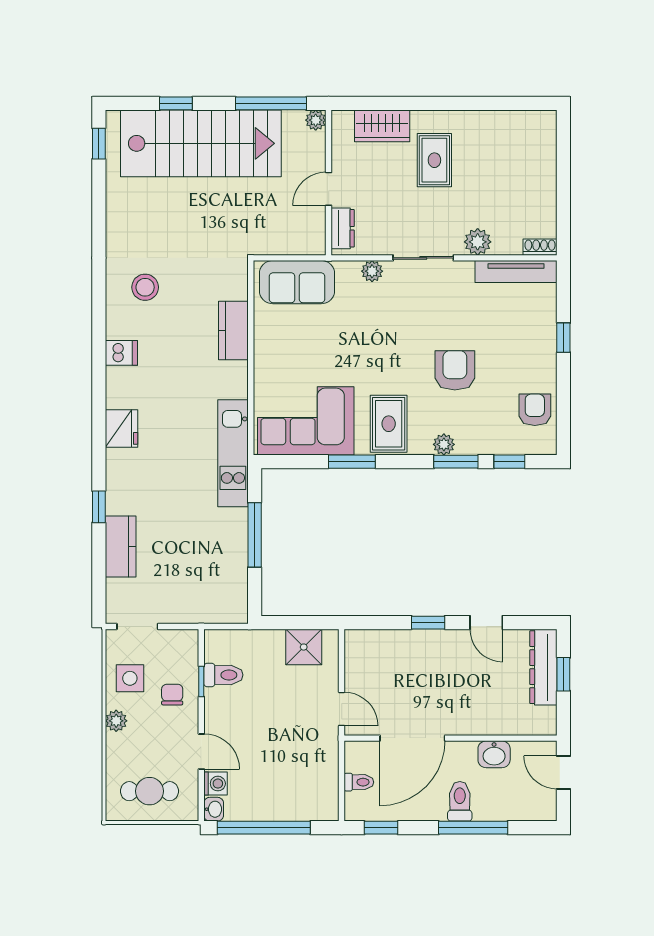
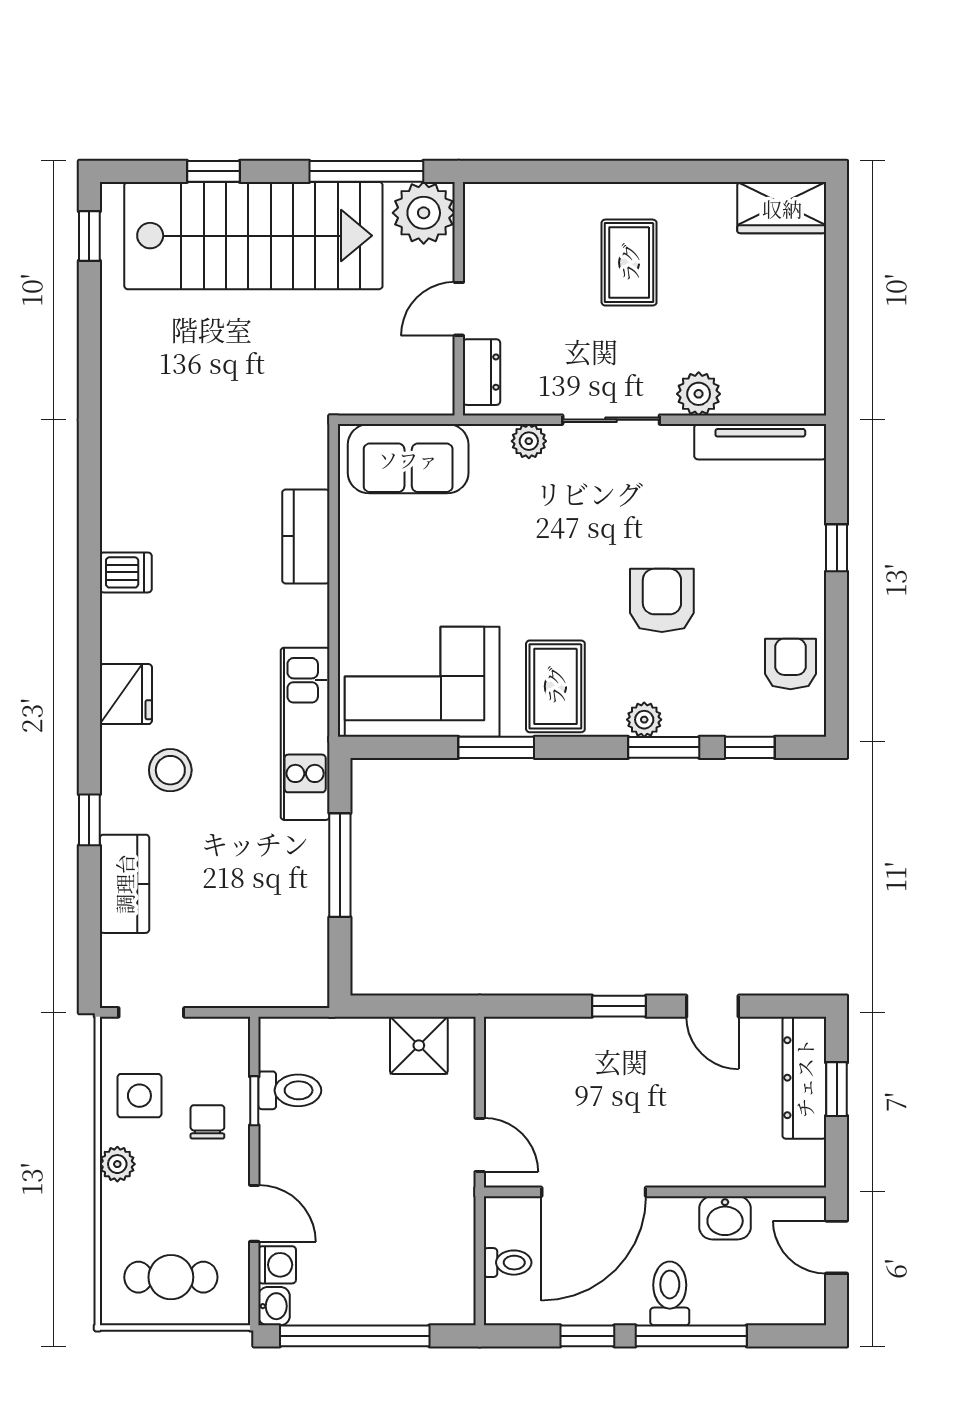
plant: (316, 120) -> (424, 213), width x1.88, depth x1.88
wardrobe: (382, 126) -> (782, 208), moved
shoe rack: (540, 247) -> (799, 402), removed
stool: (145, 287) -> (170, 770), moved
window: (381, 828) -> (587, 1336), moved

